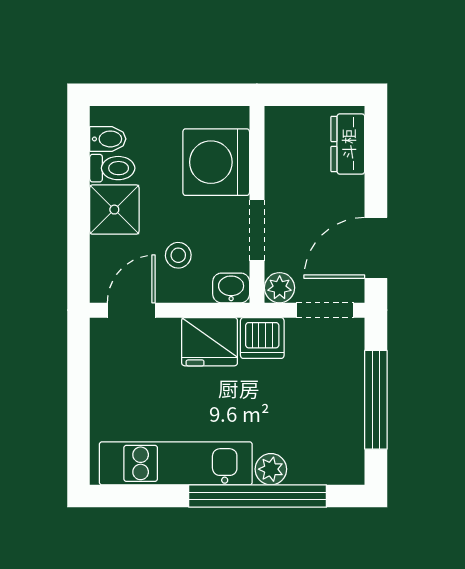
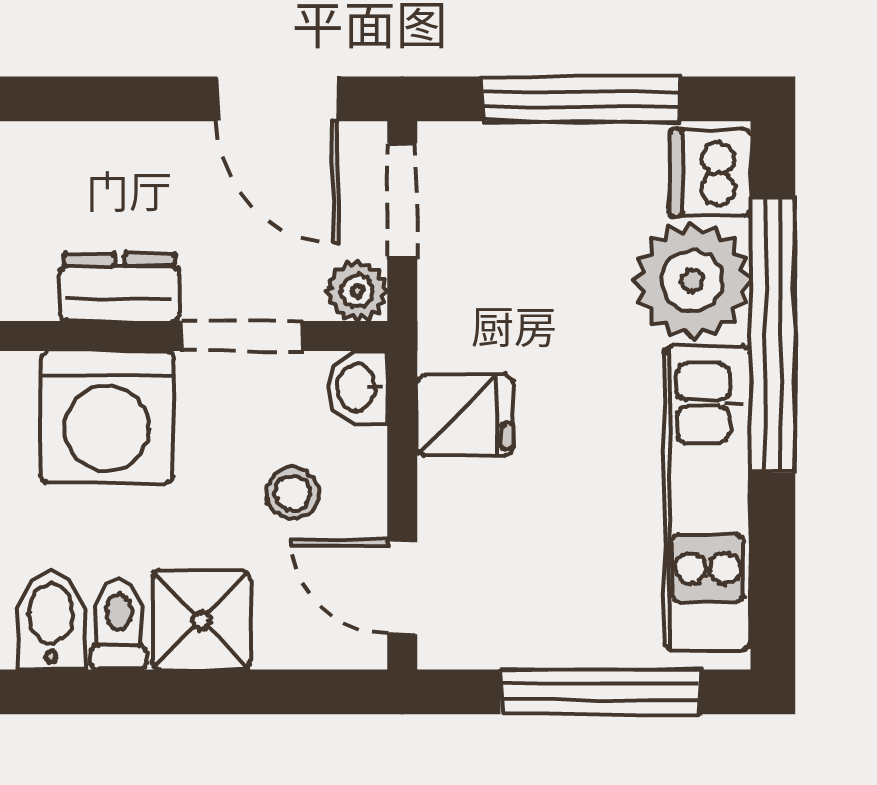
bidet: (108, 139) -> (51, 620), width x1.38, depth x1.36
dresser: (348, 144) -> (120, 287), moved, turned 180
dishwasher: (262, 338) -> (710, 173), moved, turned 180
fridge: (210, 342) -> (465, 415), width x0.72
window: (79, 409) -> (600, 692), added
plant: (271, 469) -> (692, 281), width x1.88, depth x1.88

